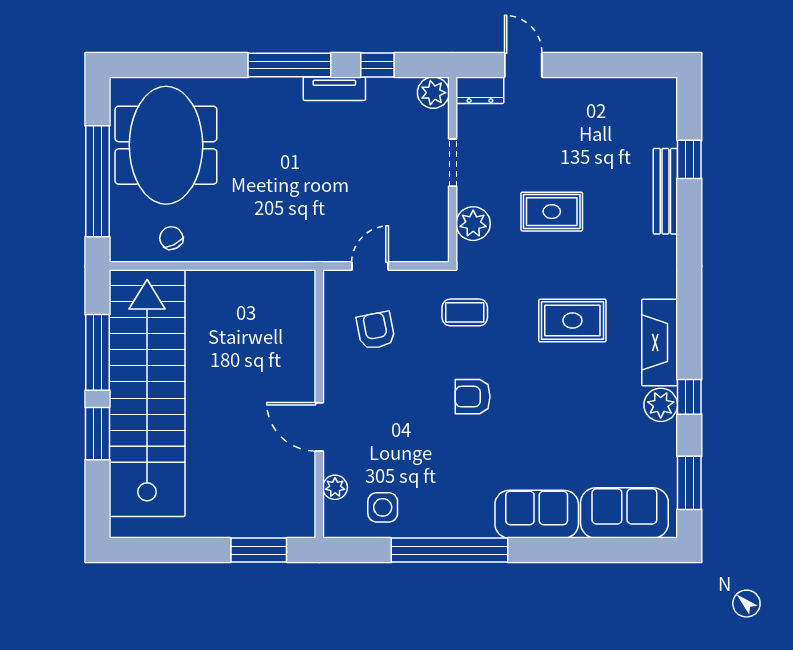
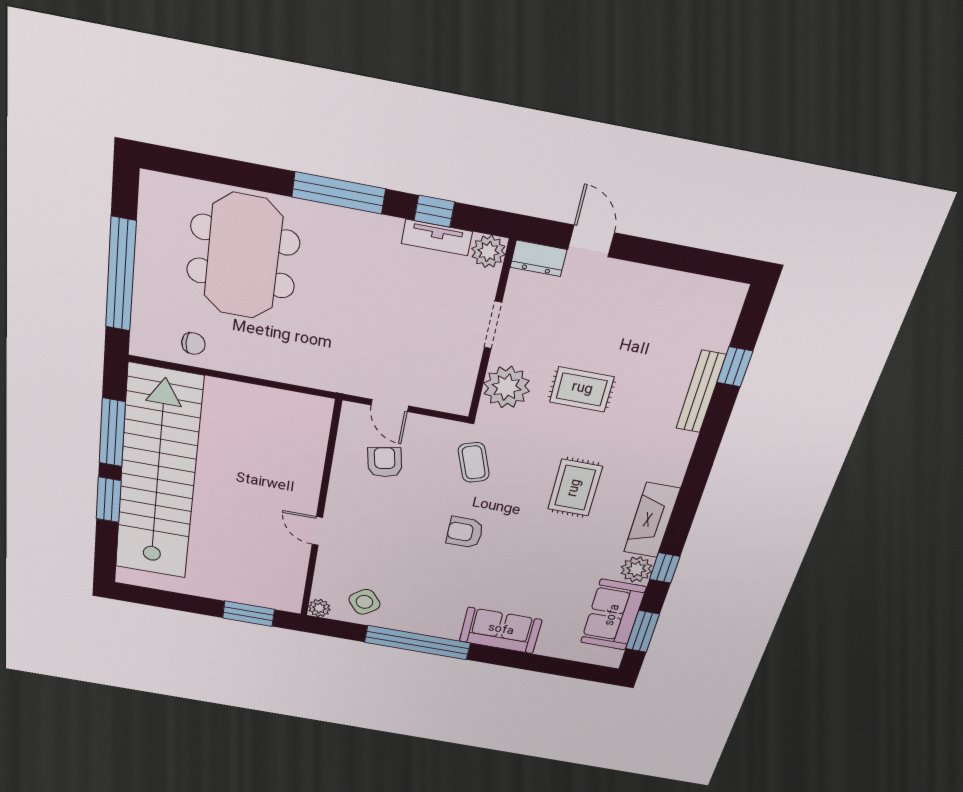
tv unit: (334, 89) -> (437, 238), moved
meeting table: (166, 145) -> (243, 257), moved
plant: (473, 224) -> (507, 387), width x1.36, depth x1.36
chair: (171, 238) -> (193, 344), turned 117
door: (370, 266) -> (390, 405), swing flipped
coffee table: (465, 312) -> (474, 462), turned 70
rug: (572, 320) -> (575, 488), turned 90
door: (319, 427) -> (317, 531), width x0.73
plant: (335, 487) -> (319, 608), moved
side table: (383, 507) -> (364, 602), turned -38
sofa: (624, 513) -> (613, 615), moved, turned -90

